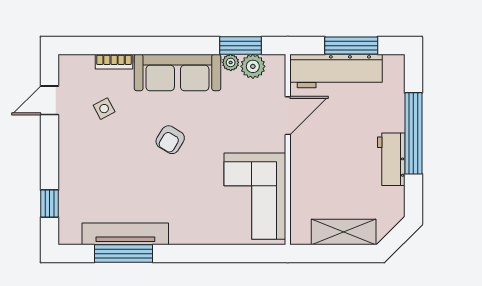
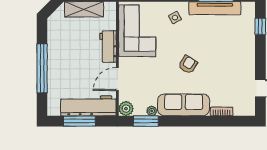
plant: (253, 66) -> (126, 109), moved
side table: (104, 109) -> (175, 18), moved
workbench: (391, 159) -> (108, 47), moved, turned 180

